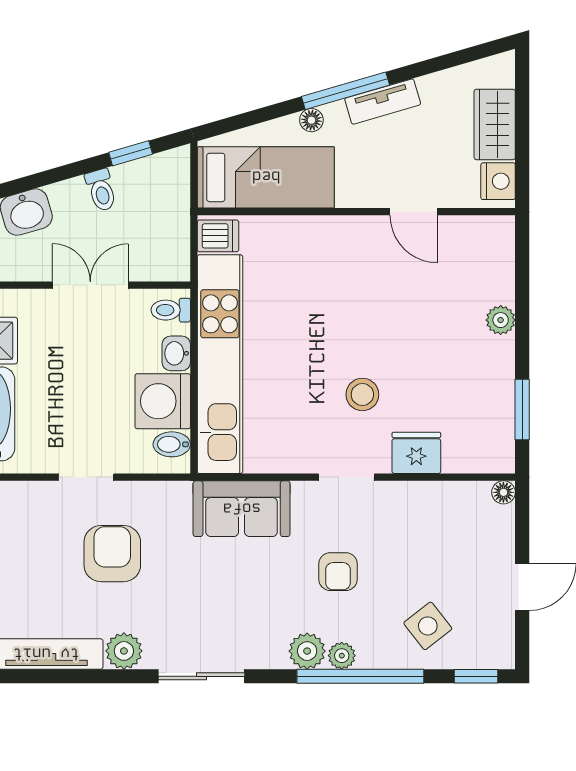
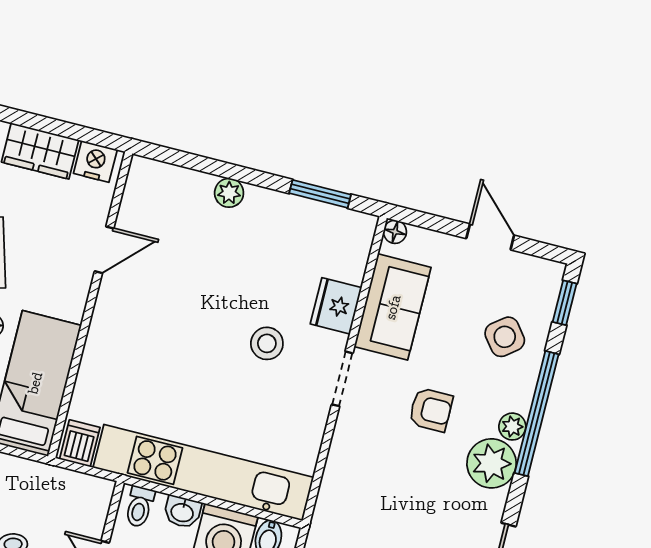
sofa: (242, 509) -> (393, 307), moved
plant: (307, 651) -> (492, 463), width x1.36, depth x1.36

